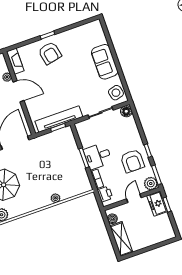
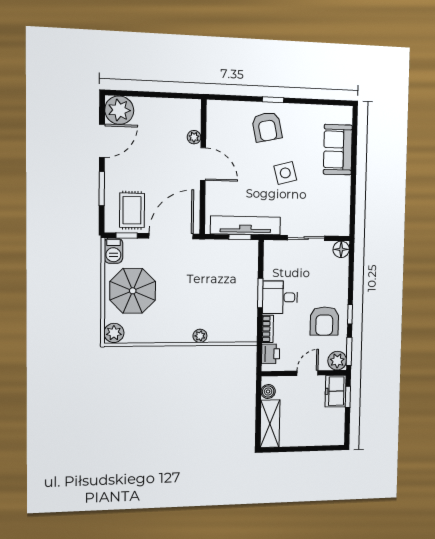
fireplace: (15, 61) -> (214, 119), removed
sofa: (105, 62) -> (338, 150), moved
side table: (116, 93) -> (285, 173), moved

